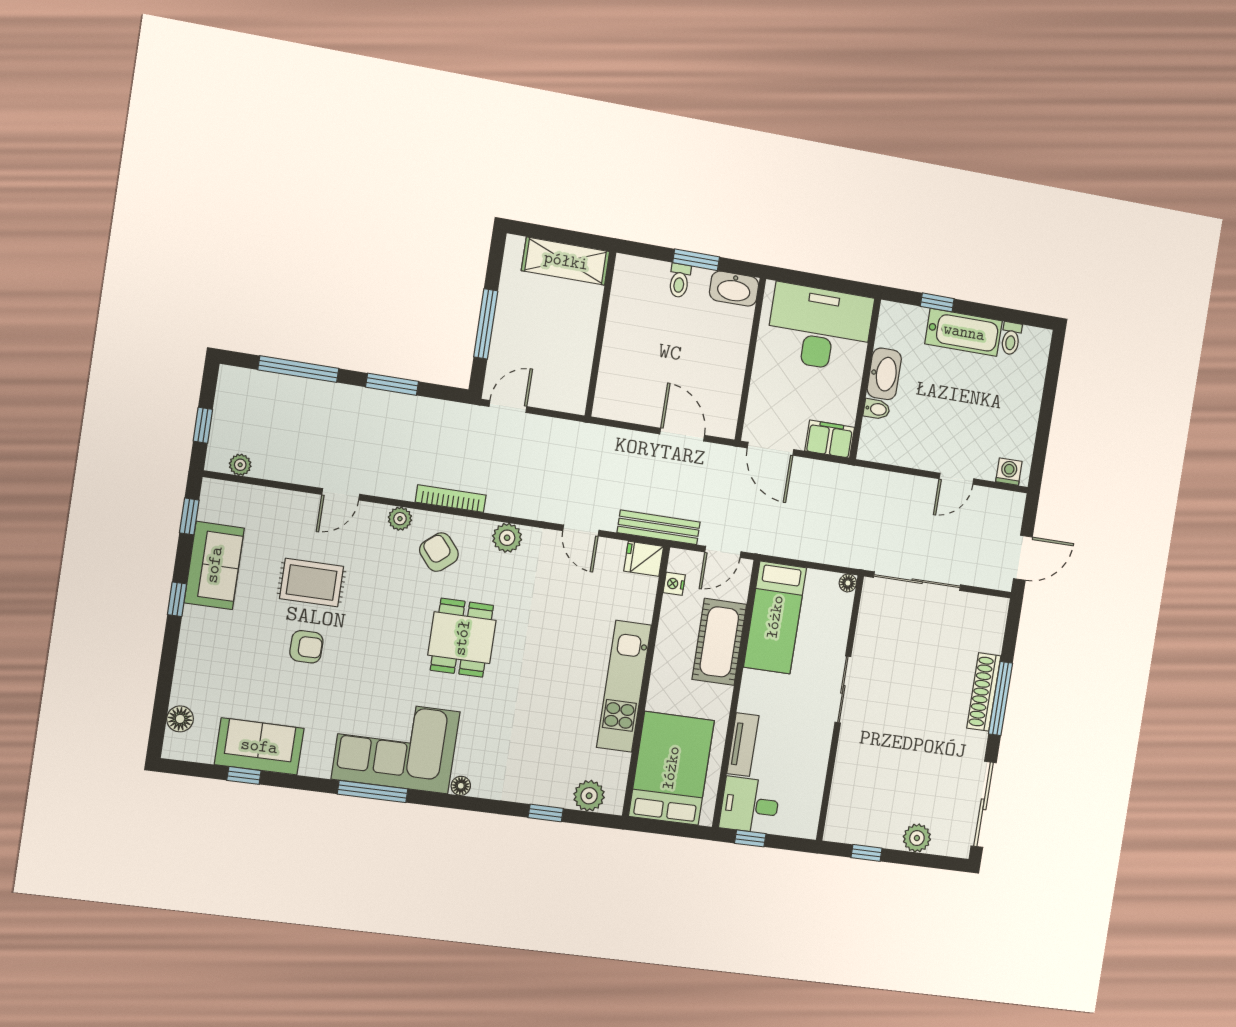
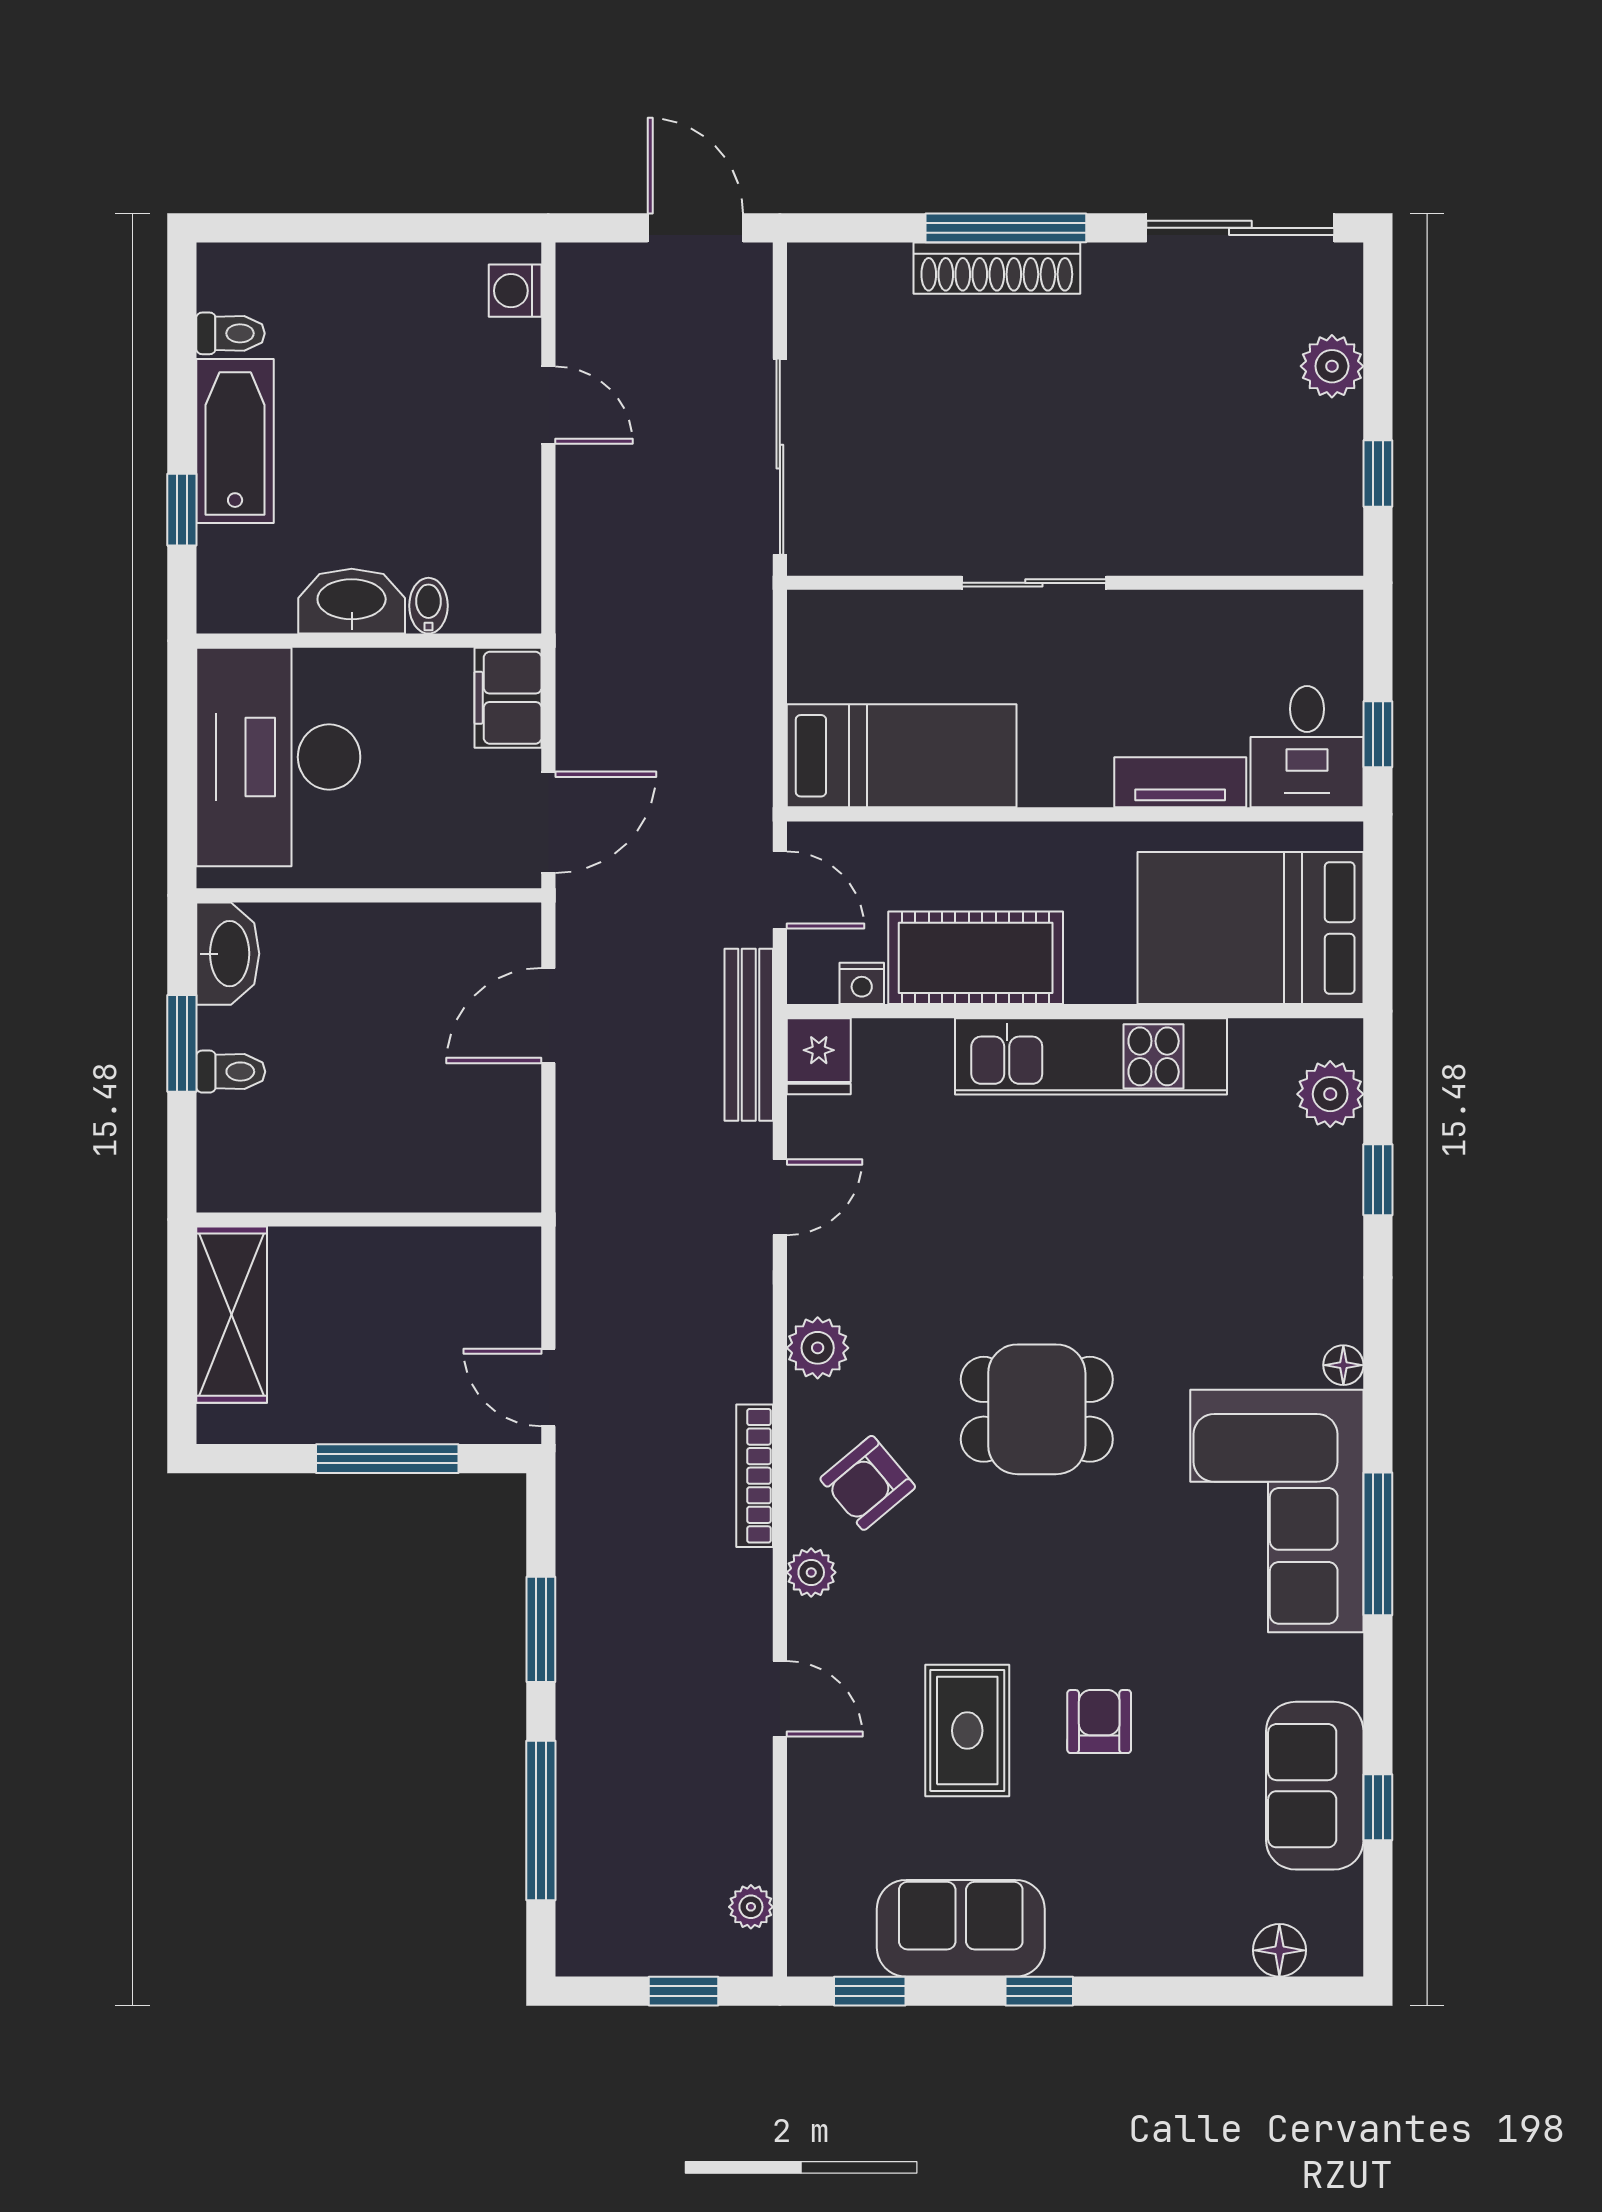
floor lamp: (848, 583) -> (806, 609), removed
cot: (719, 642) -> (976, 958), moved

